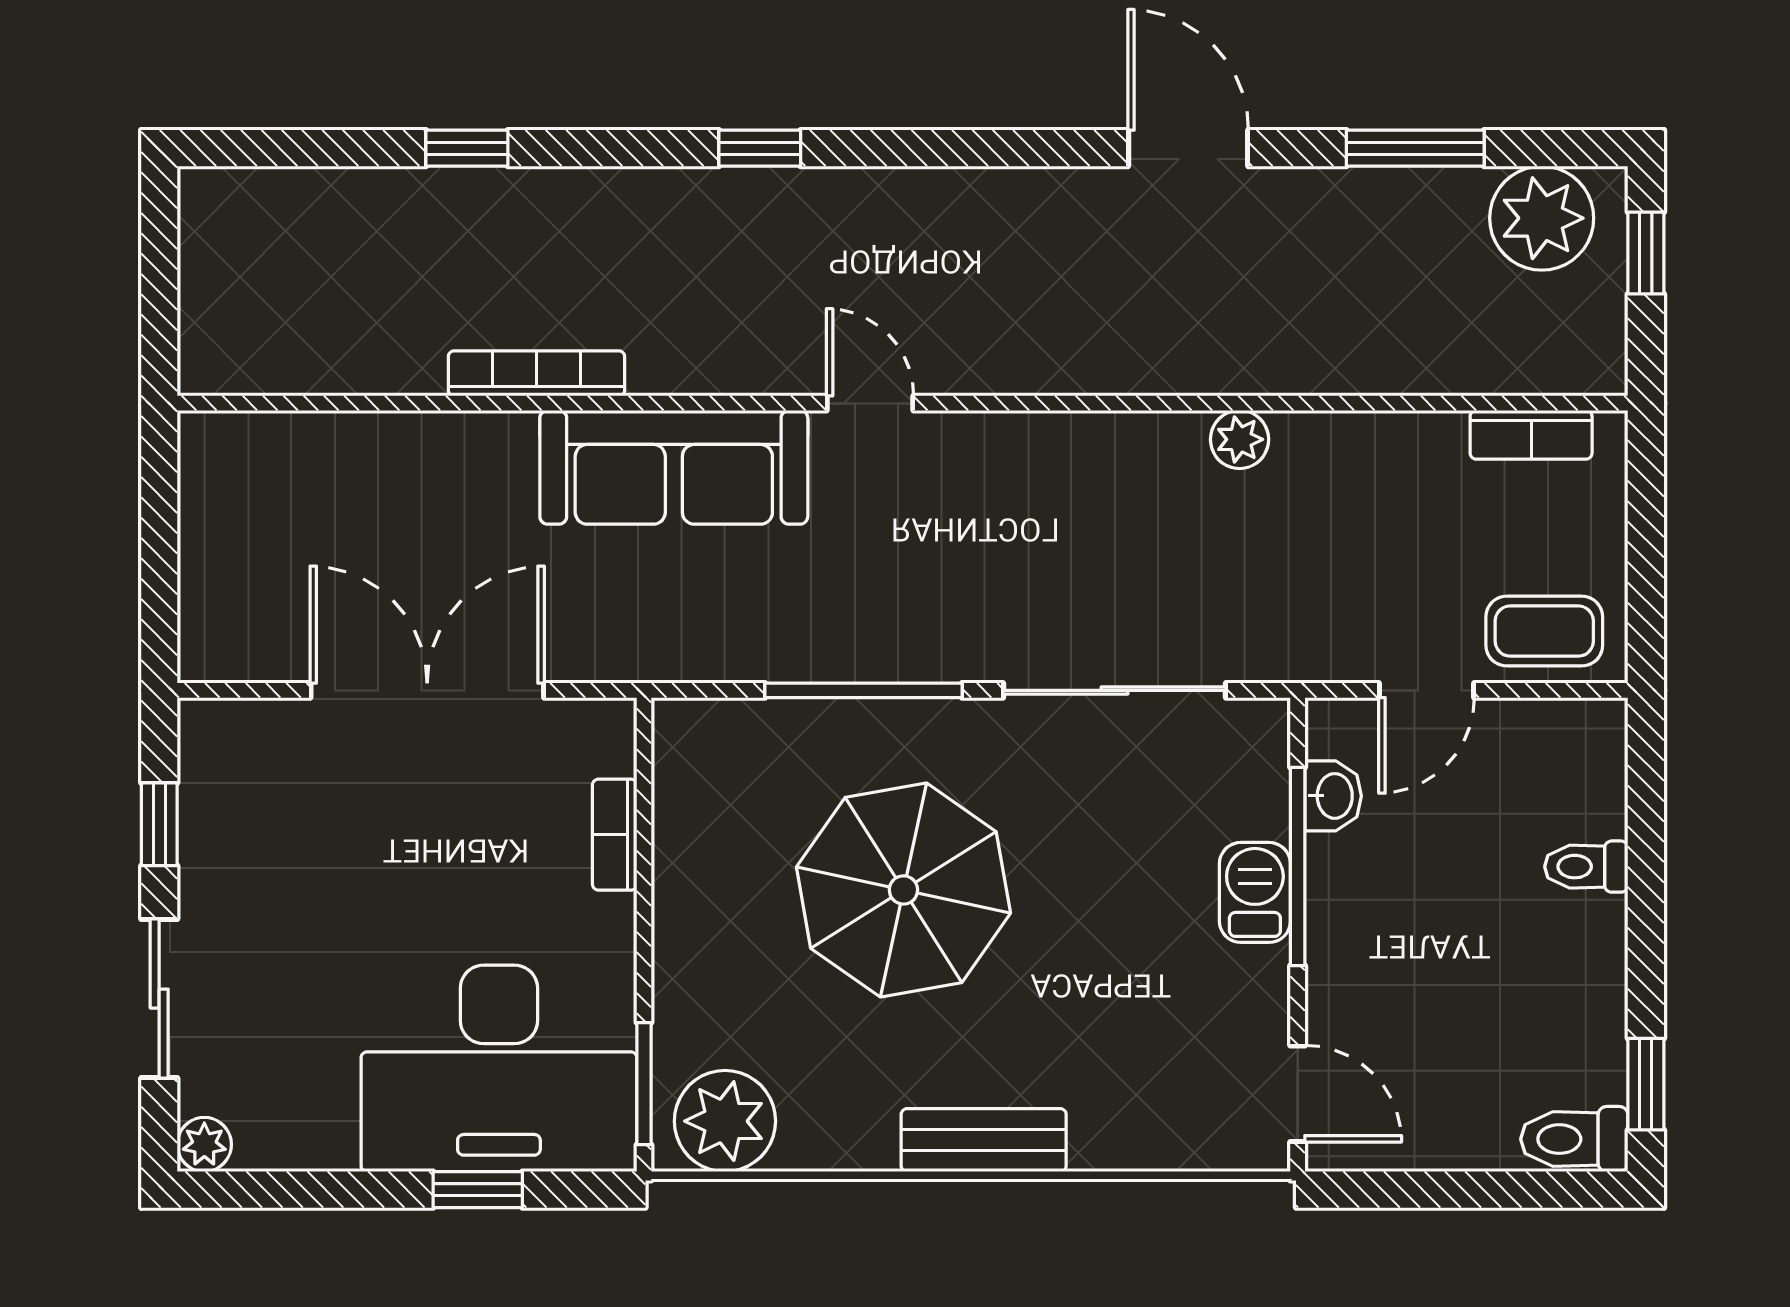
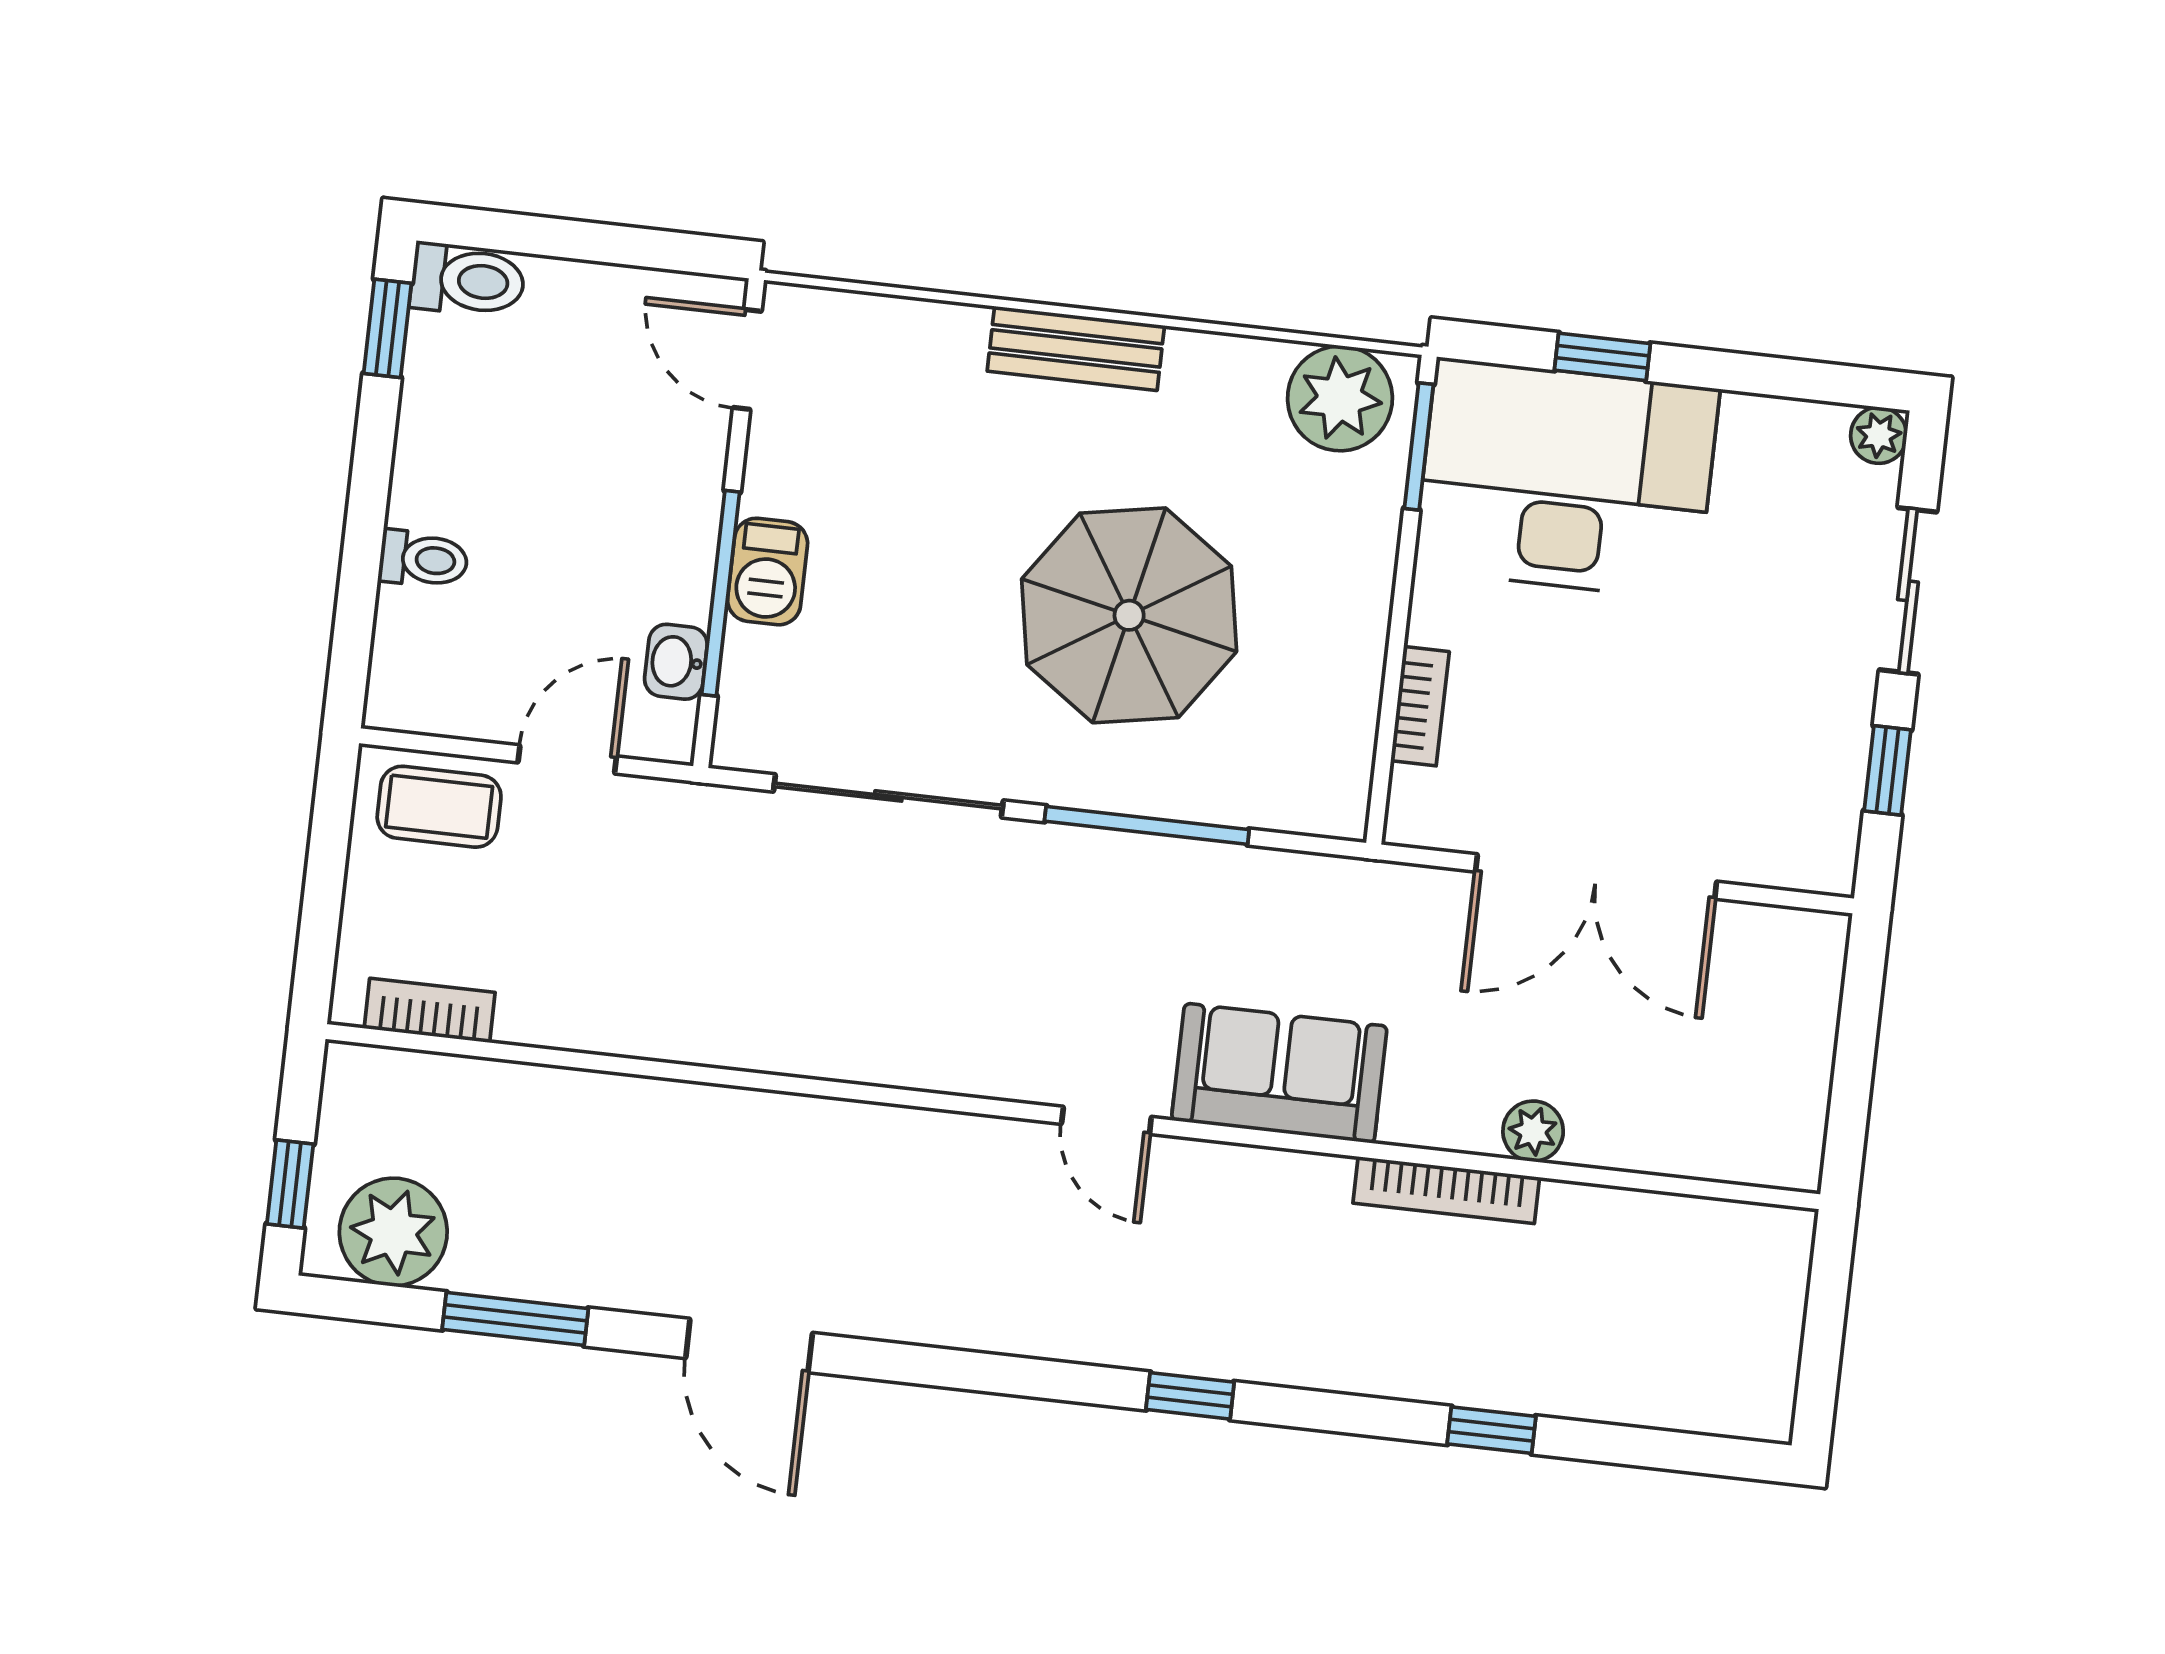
plant: (1240, 439) -> (1533, 1131), moved
sofa: (674, 467) -> (1279, 1073), width x0.73

